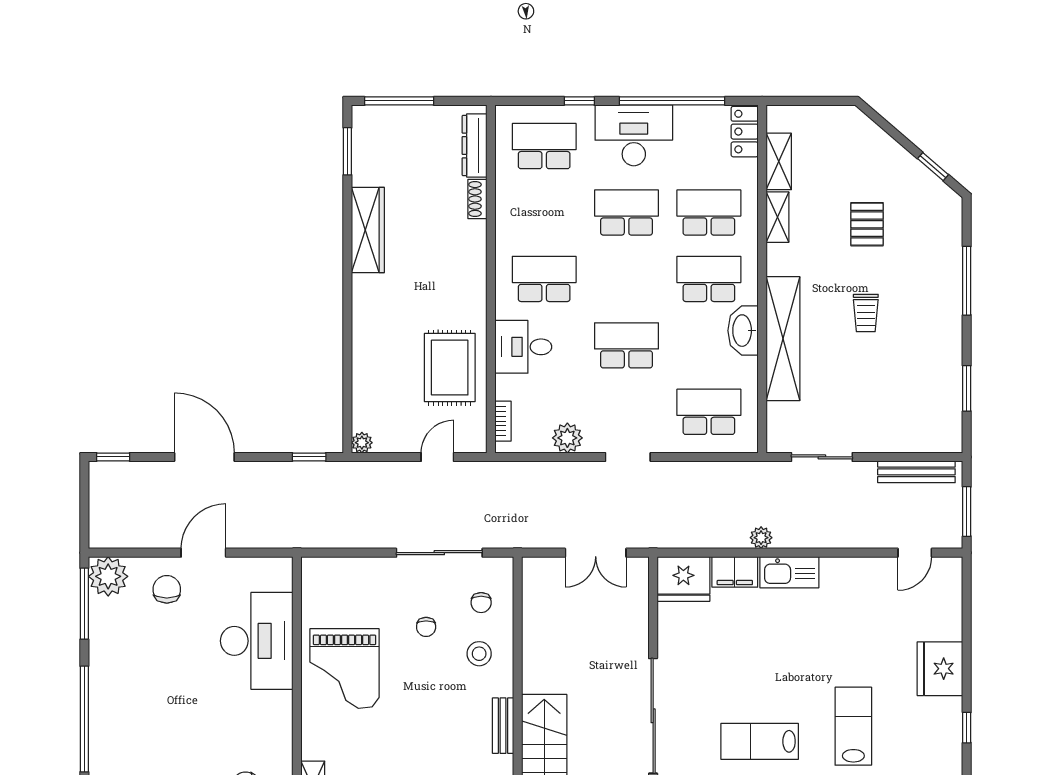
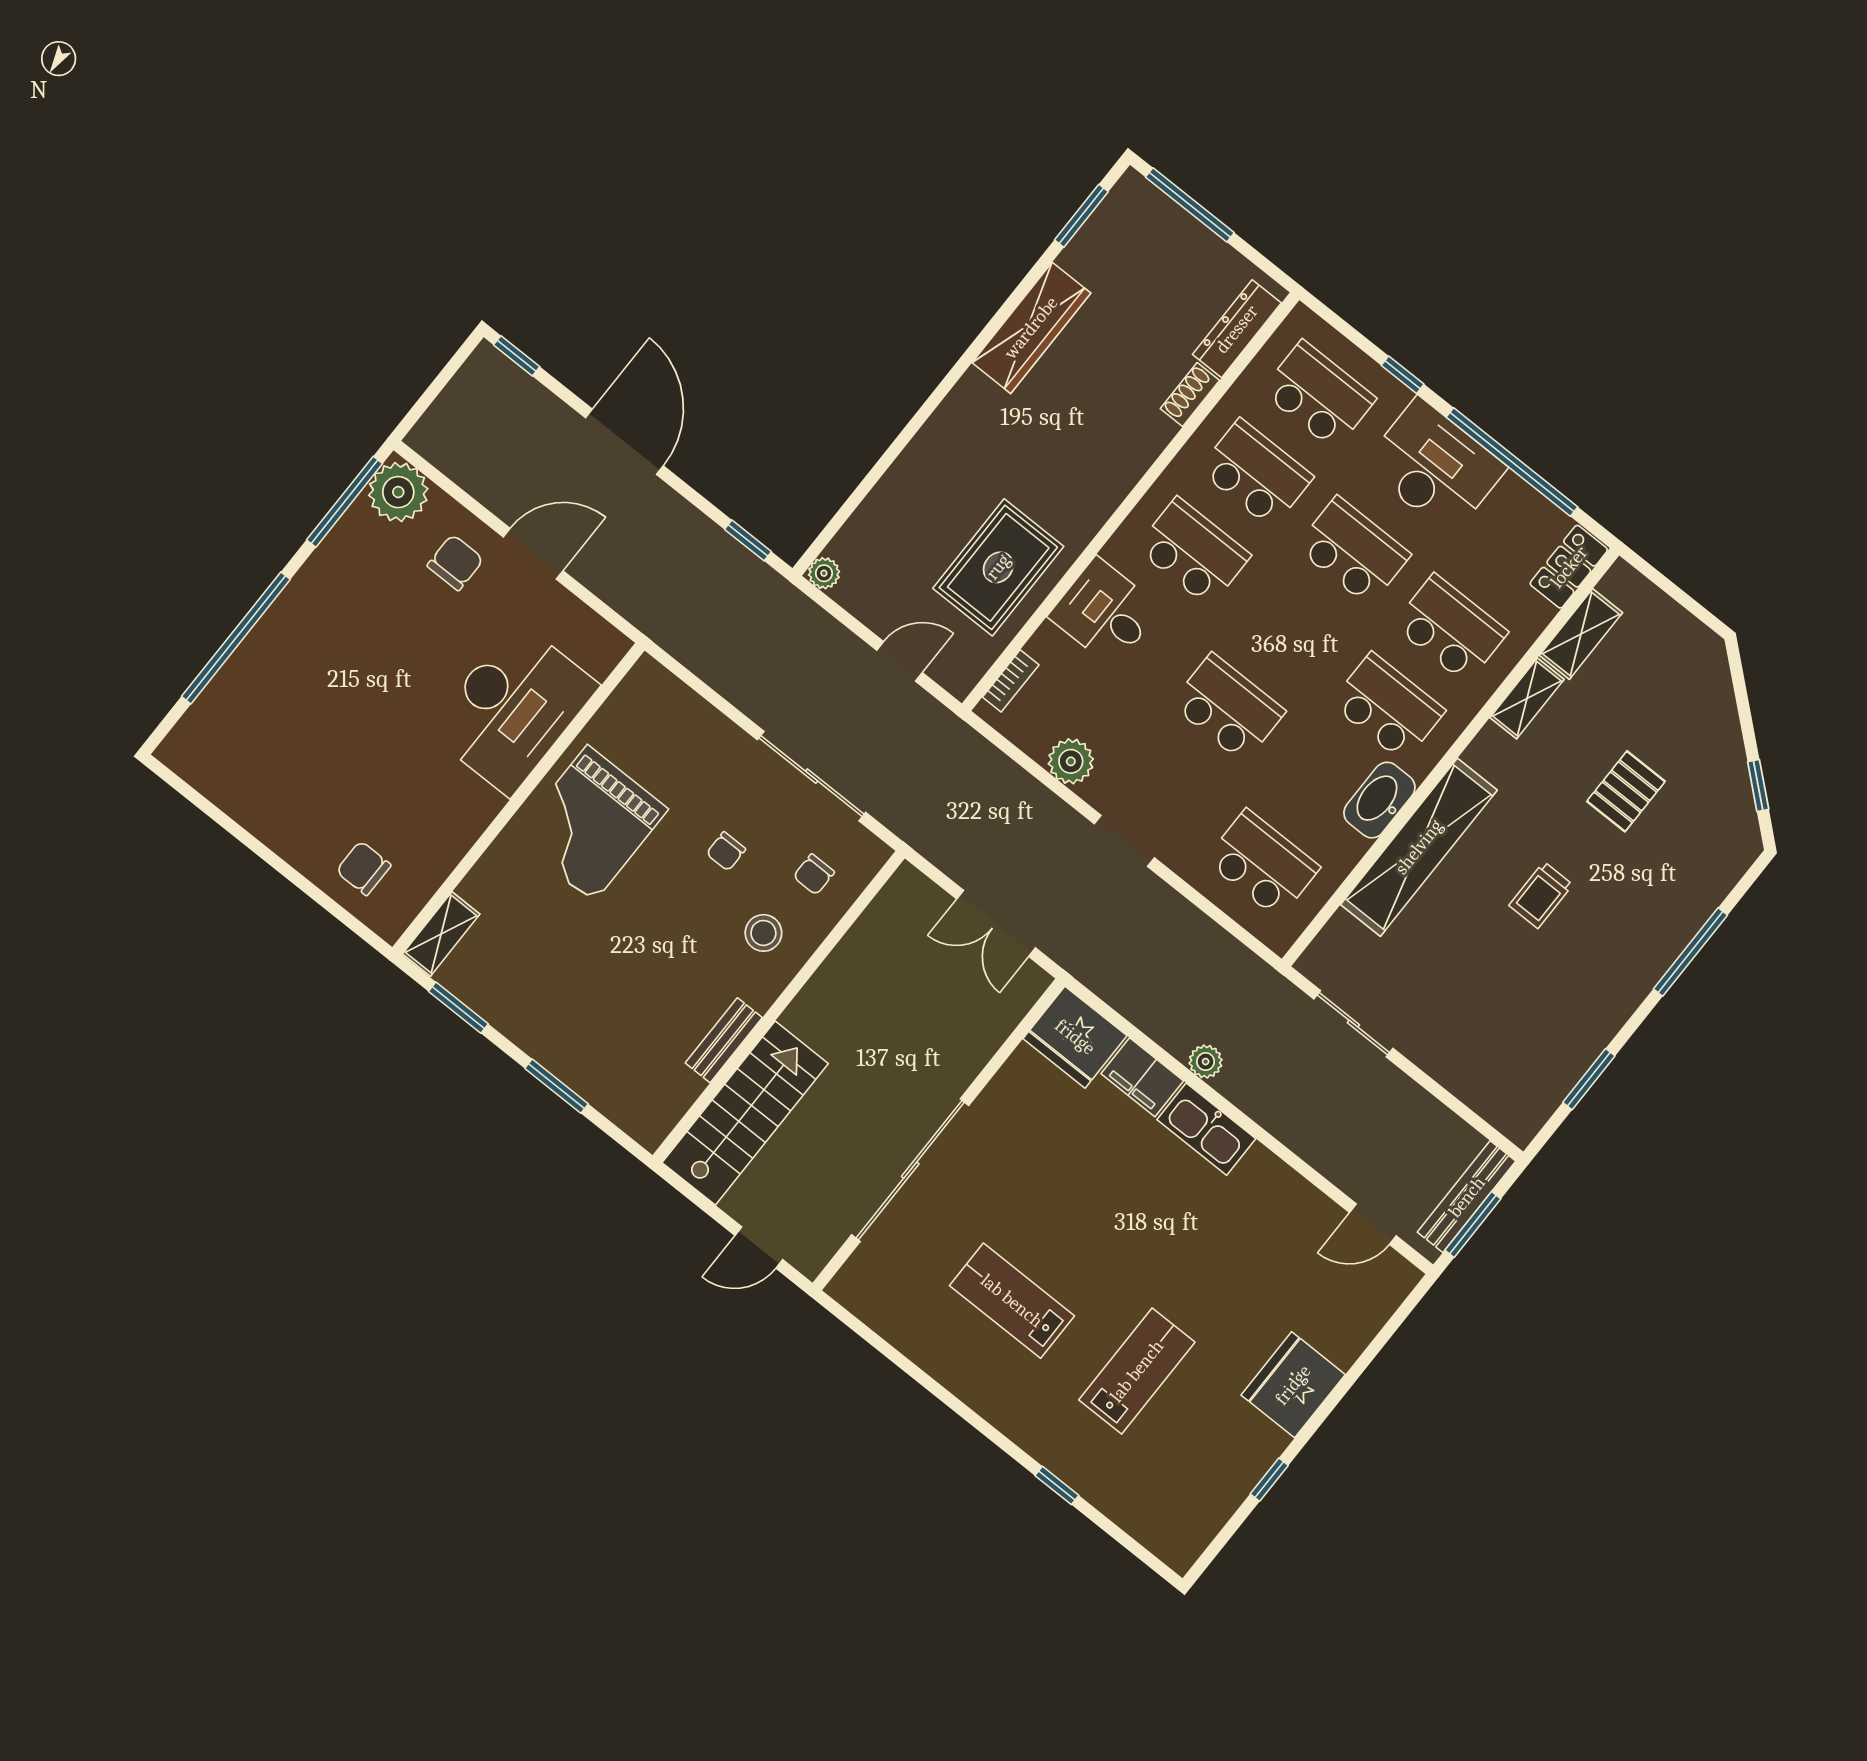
school desk: (544, 213) -> (1256, 473), added
bench: (916, 472) -> (1467, 1197), moved, turned 90

